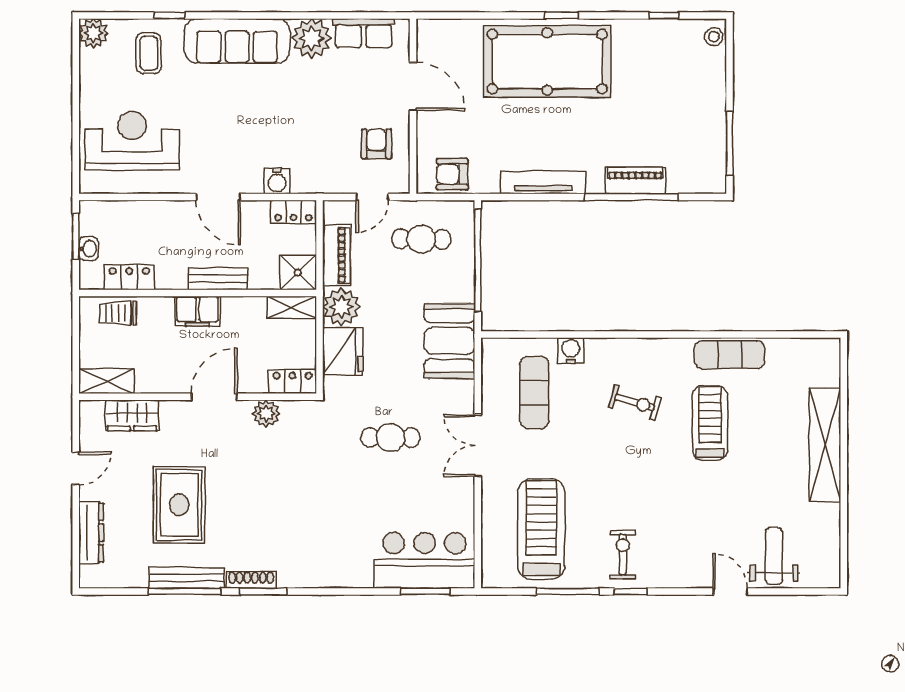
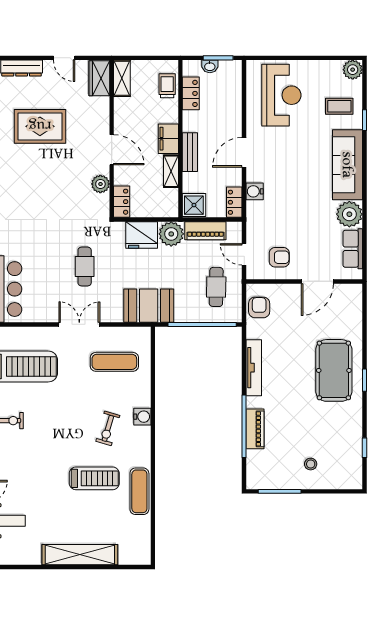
stool: (714, 37) -> (311, 464), moved
pool table: (547, 62) -> (334, 370), width x0.73, depth x0.76
shelving: (292, 307) -> (171, 171), moved
water cooler: (571, 350) -> (142, 417), moved
wardrobe: (132, 415) -> (99, 78), moved

